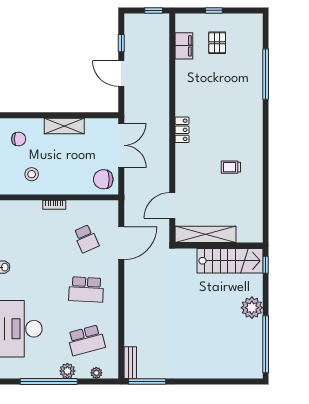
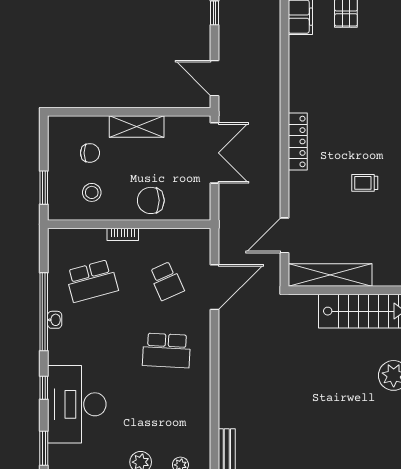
door: (121, 74) -> (215, 78), moved
locker: (182, 130) -> (298, 142), width x1.53
chair: (19, 139) -> (90, 153), moved
chair: (103, 179) -> (151, 200), moved
school desk: (86, 340) -> (92, 281), moved

